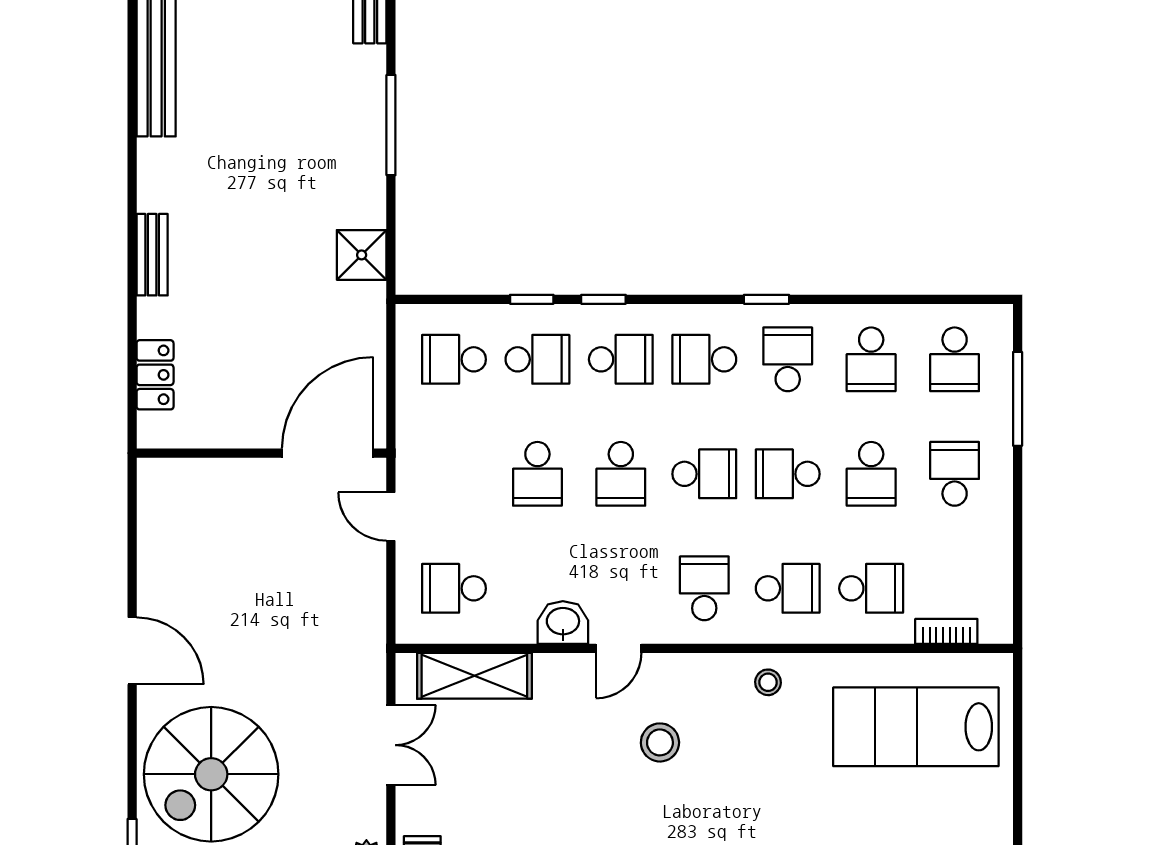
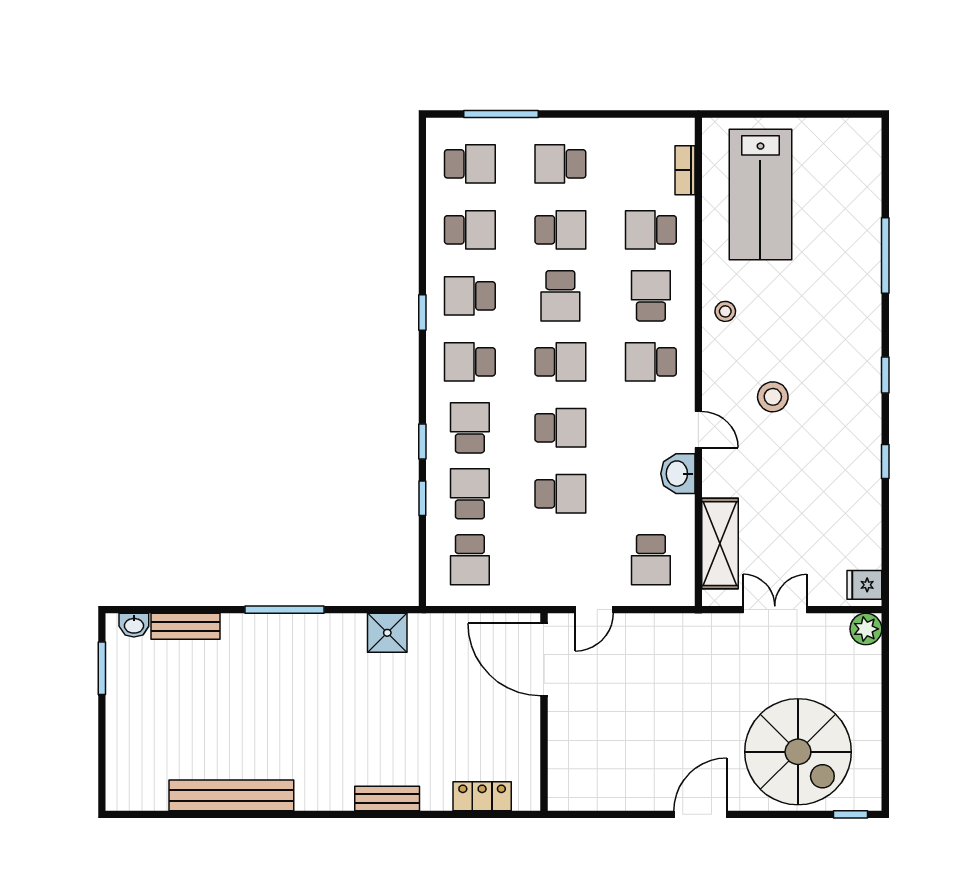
school desk: (704, 359) -> (470, 362), turned 90
school desk: (704, 474) -> (560, 362), turned 90
school desk: (871, 588) -> (651, 230), turned -90

